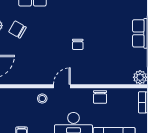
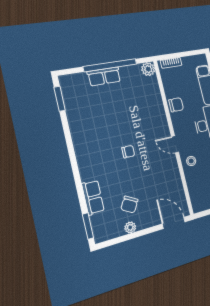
chair: (78, 44) -> (128, 152), moved

